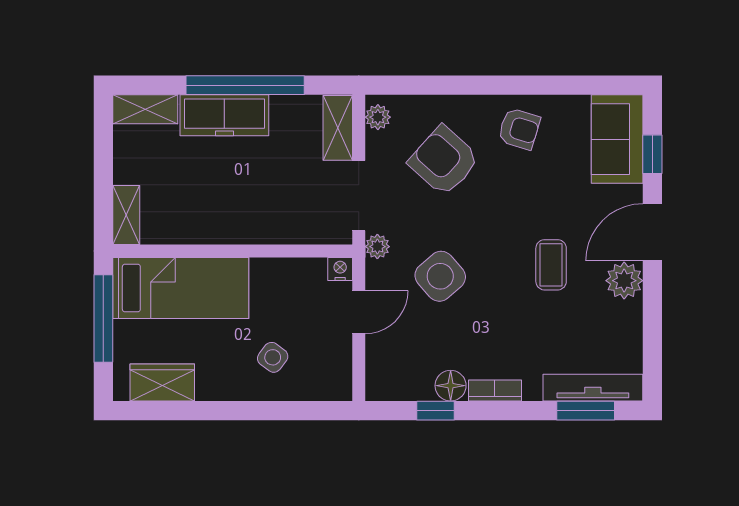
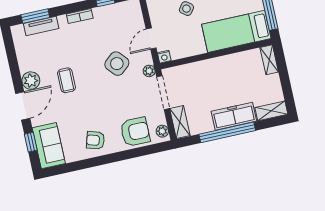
armchair: (444, 161) -> (135, 132), moved, turned -42
floor lamp: (451, 386) -> (101, 14), removed
tv unit: (593, 388) -> (41, 26), width x0.71

